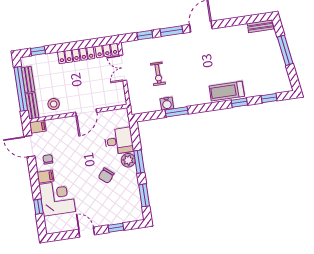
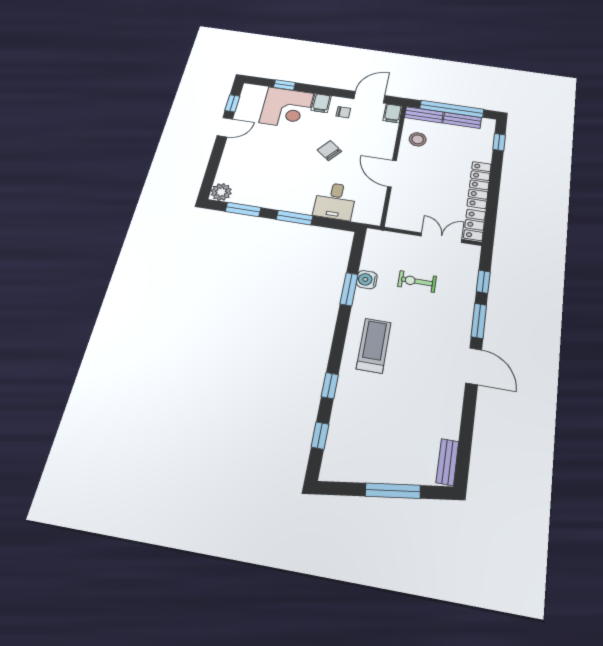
treadmill: (227, 91) -> (374, 346), moved
plant: (128, 160) -> (221, 192), moved
chair: (106, 176) -> (329, 151), moved
window: (116, 228) -> (232, 103), moved

